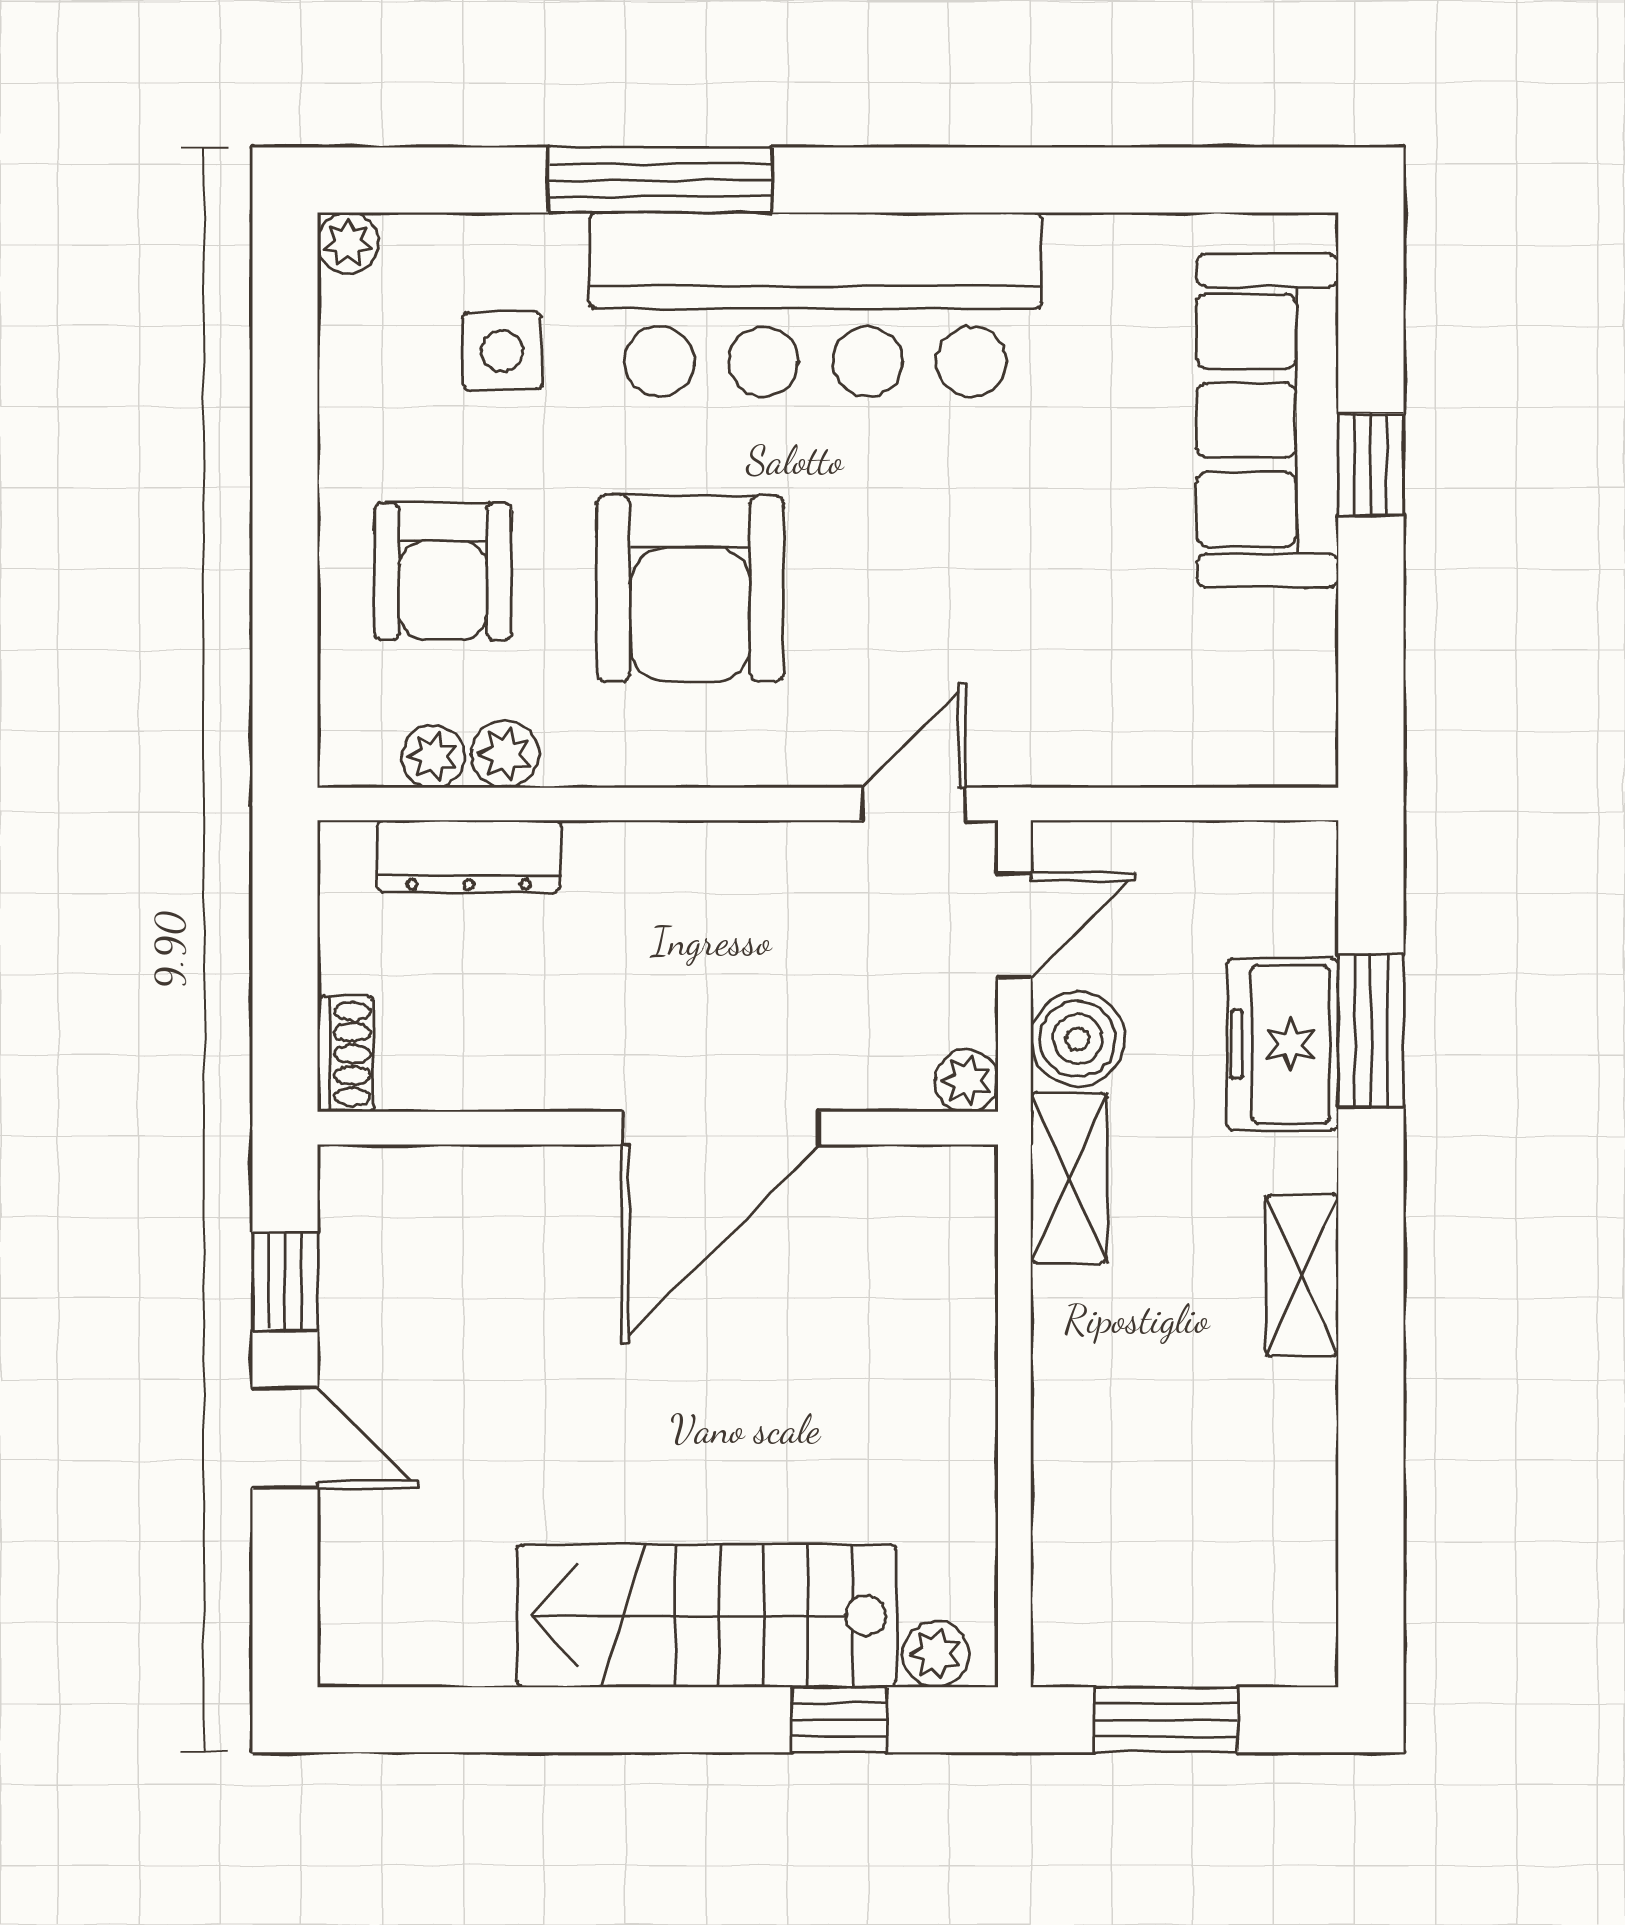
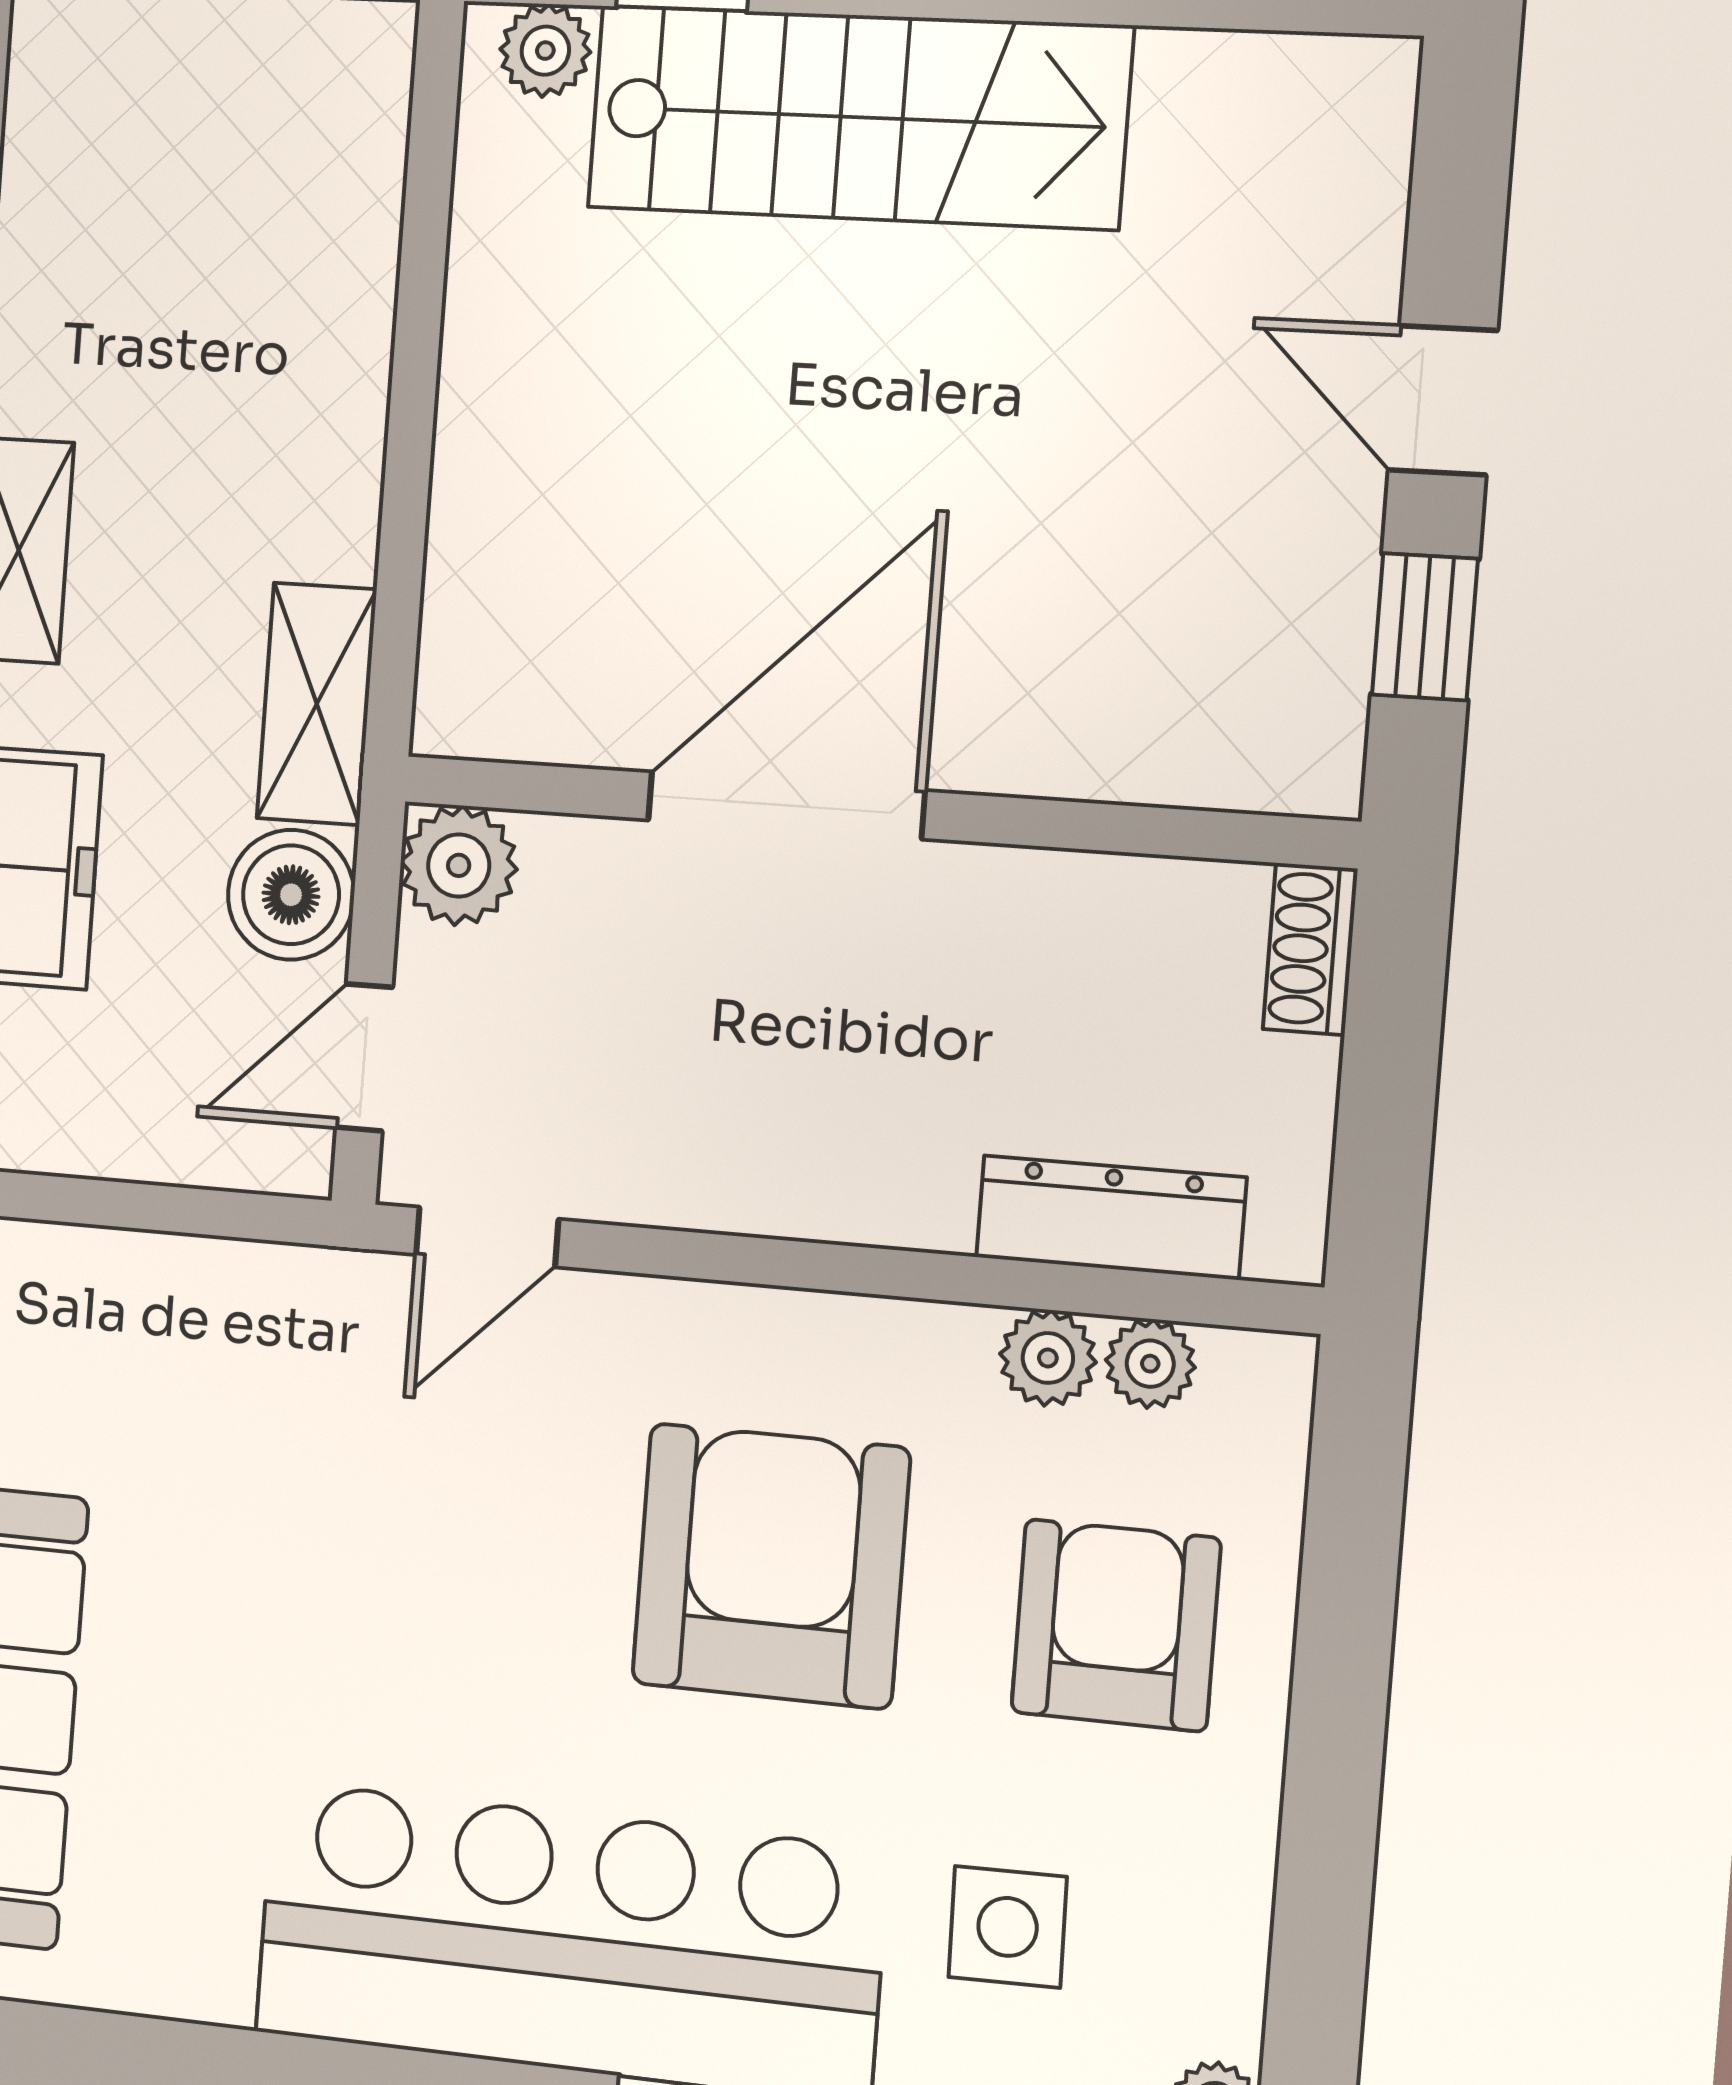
plant: (967, 1081) -> (459, 865), width x1.38, depth x1.38

